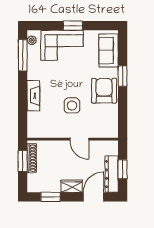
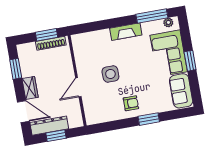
sofa: (109, 50) -> (181, 91), moved, turned -90
armchair: (104, 91) -> (131, 103), width x0.53, depth x0.53
fireplace: (33, 96) -> (126, 32), moved

